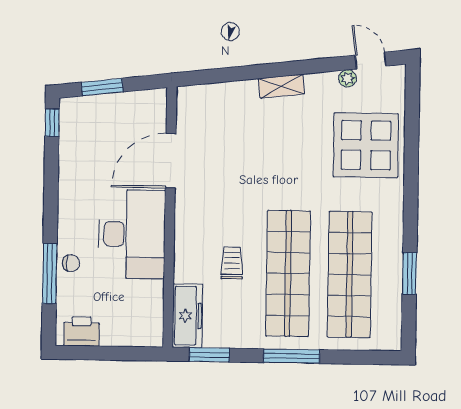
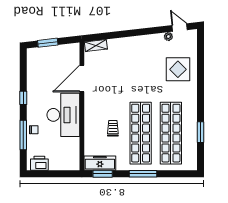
shelving: (281, 86) -> (96, 45), moved
window: (52, 123) -> (23, 98), moved
display table: (366, 145) -> (178, 69), width x0.73, depth x0.73
freezer: (188, 316) -> (100, 163), moved, turned -90

